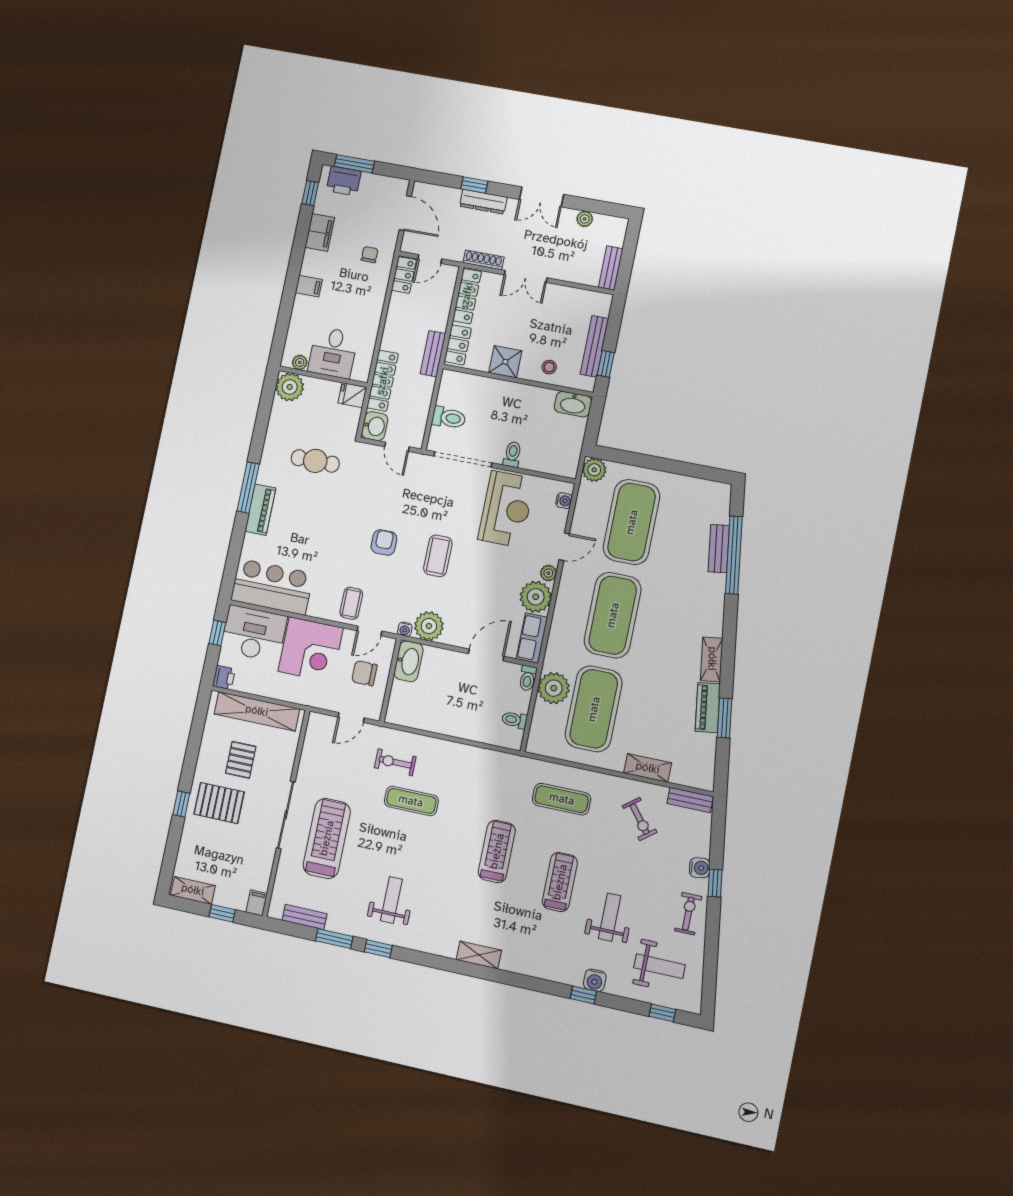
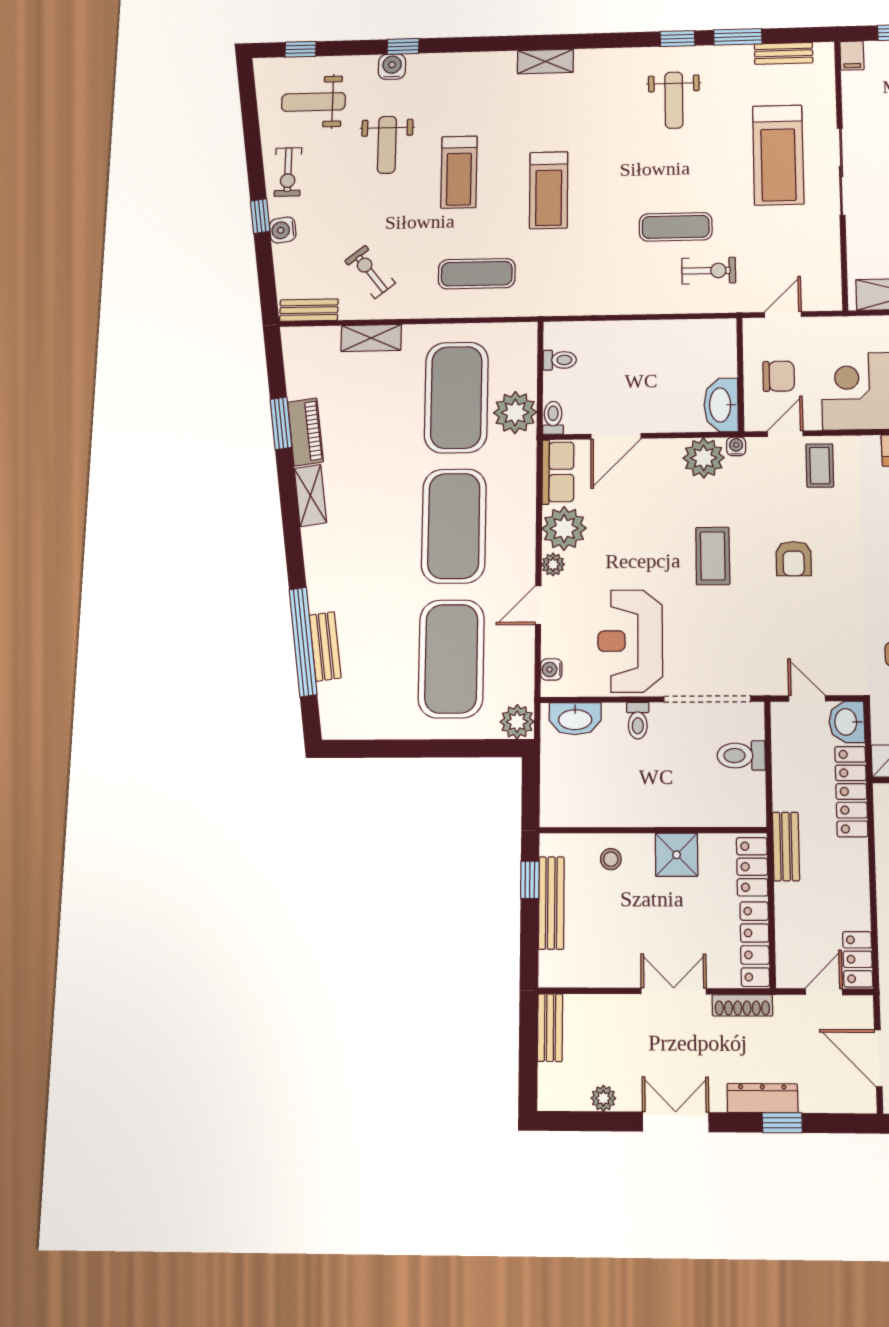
washbasin: (573, 404) -> (575, 719), moved, turned 180

